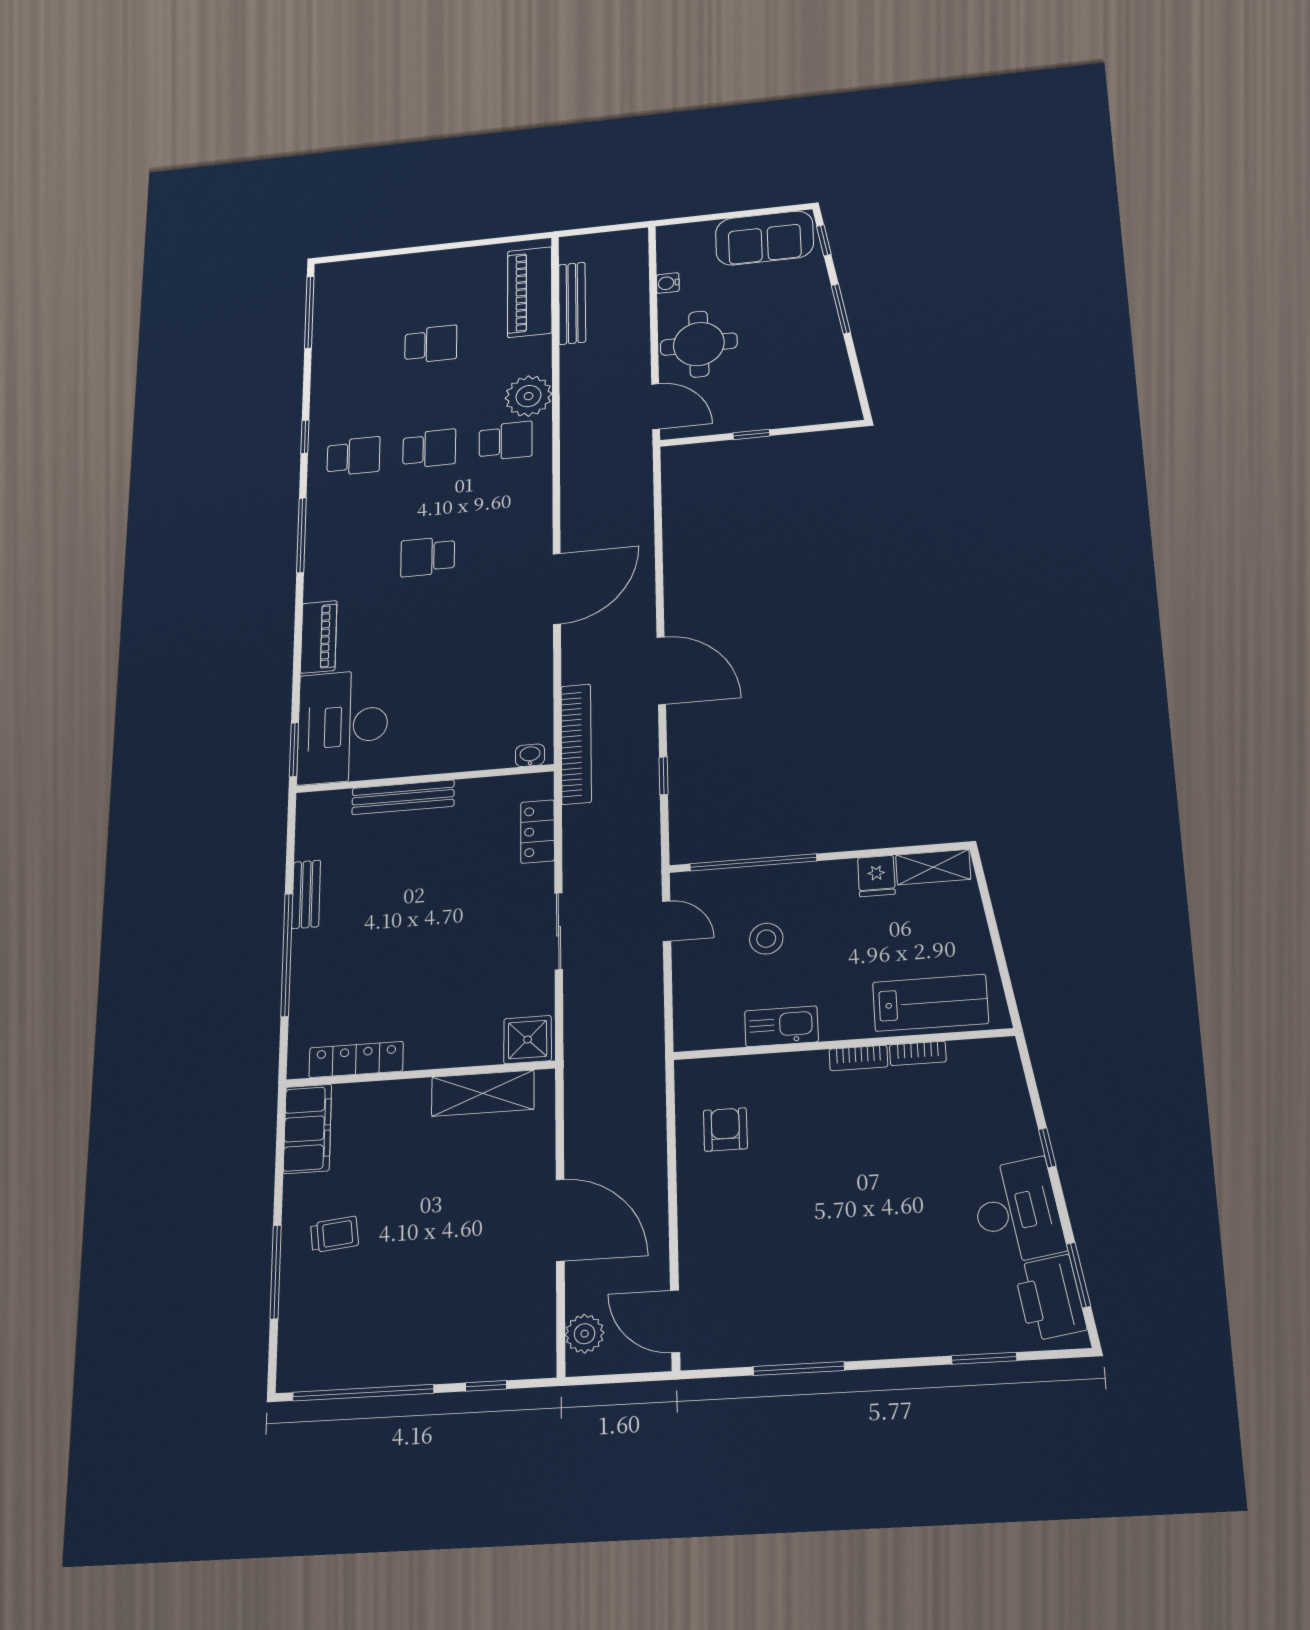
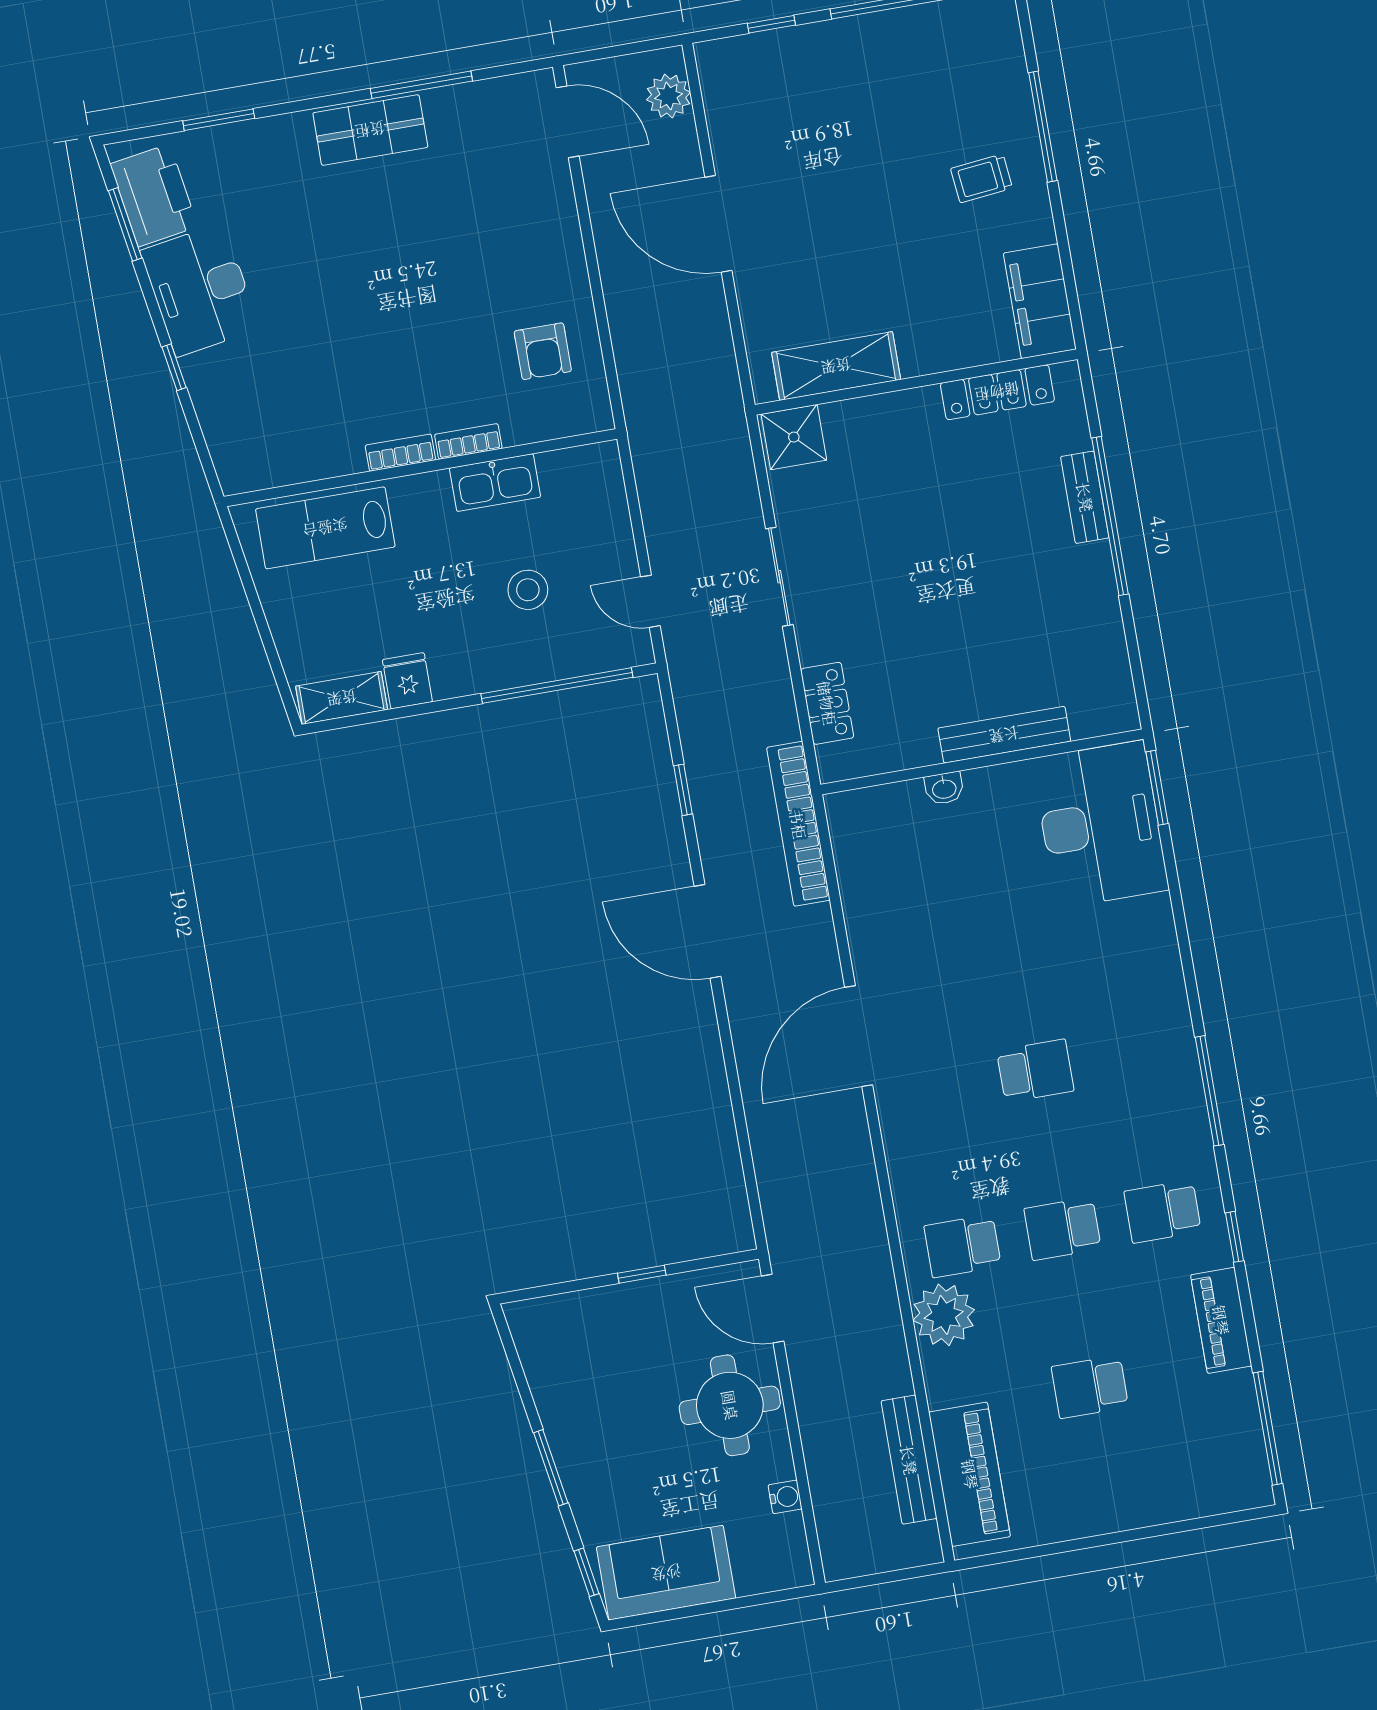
piano: (319, 637) -> (1221, 1320), moved
washbasin: (530, 755) -> (944, 788), moved
bench: (306, 894) -> (1085, 497), moved
bookcase: (918, 1053) -> (468, 441), moved
shop shelf: (849, 1334) -> (370, 130), added

